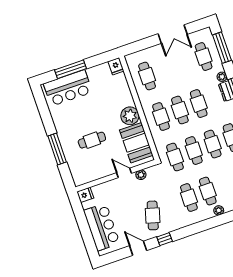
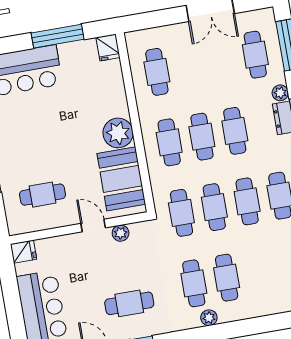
window: (71, 69) -> (58, 36), moved
cafe table: (92, 140) -> (43, 195), moved
plant: (219, 210) -> (209, 318), moved
cafe table: (153, 215) -> (129, 303), turned 74

